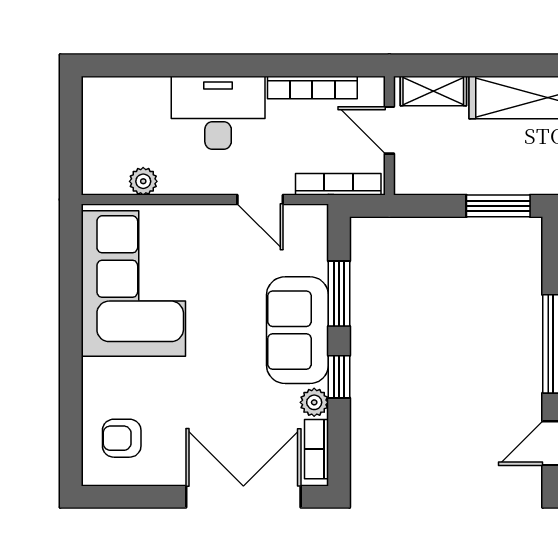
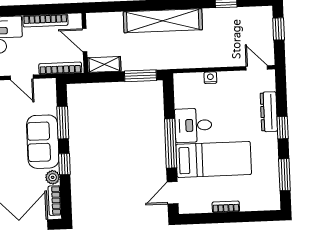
shelving: (433, 91) -> (104, 64), moved

